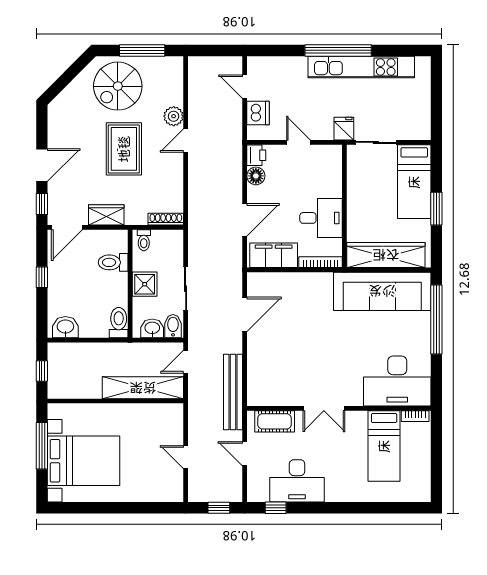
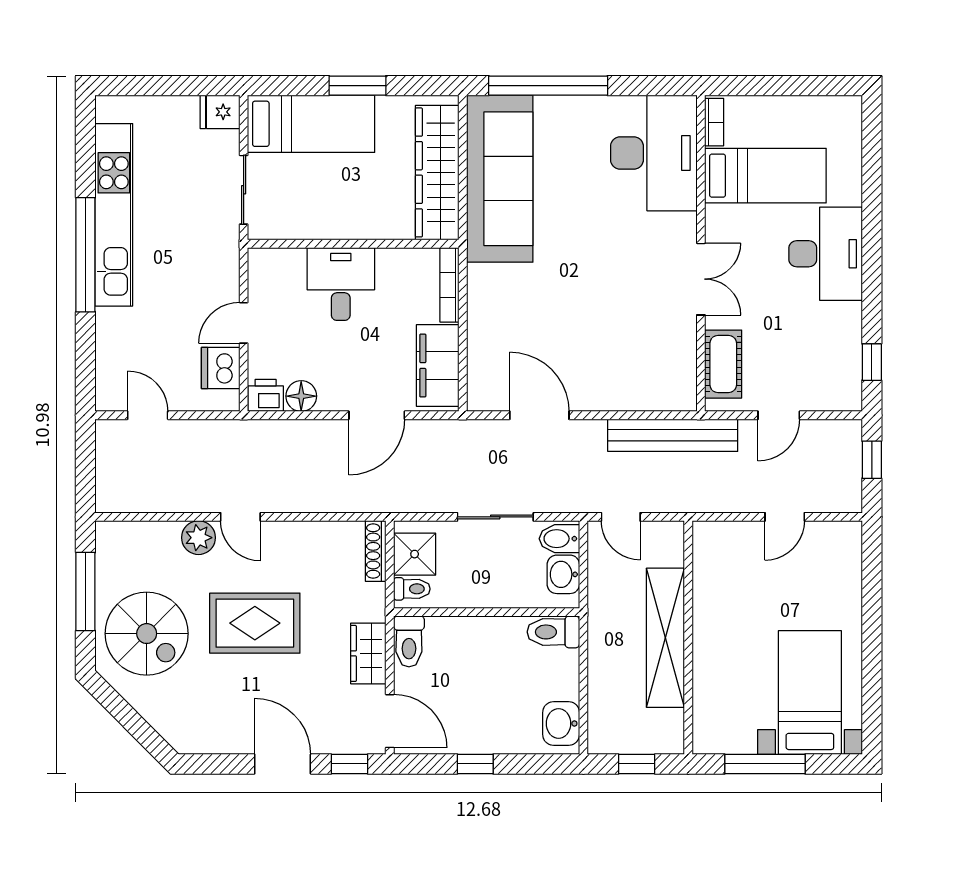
door: (245, 87) -> (148, 415), swing flipped
dishwasher: (258, 113) -> (221, 368), moved, turned -90
fridge: (344, 129) -> (220, 112), moved
desk: (321, 218) -> (341, 284), moved
door: (245, 220) -> (377, 415), swing flipped
toilet: (113, 262) -> (409, 641), moved
shower: (145, 284) -> (415, 554), moved
shelving: (143, 388) -> (665, 638), moved
bed with nightstands: (83, 461) -> (810, 693), width x0.73
desk: (297, 481) -> (826, 254), moved

